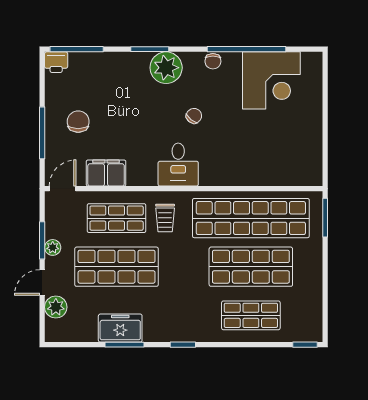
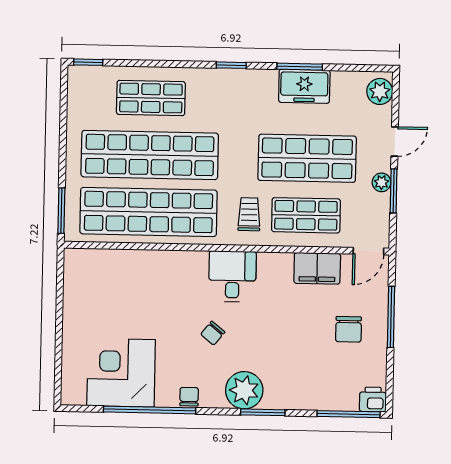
shop shelf: (251, 267) -> (150, 155), width x1.40
plant: (56, 307) -> (380, 91), moved

